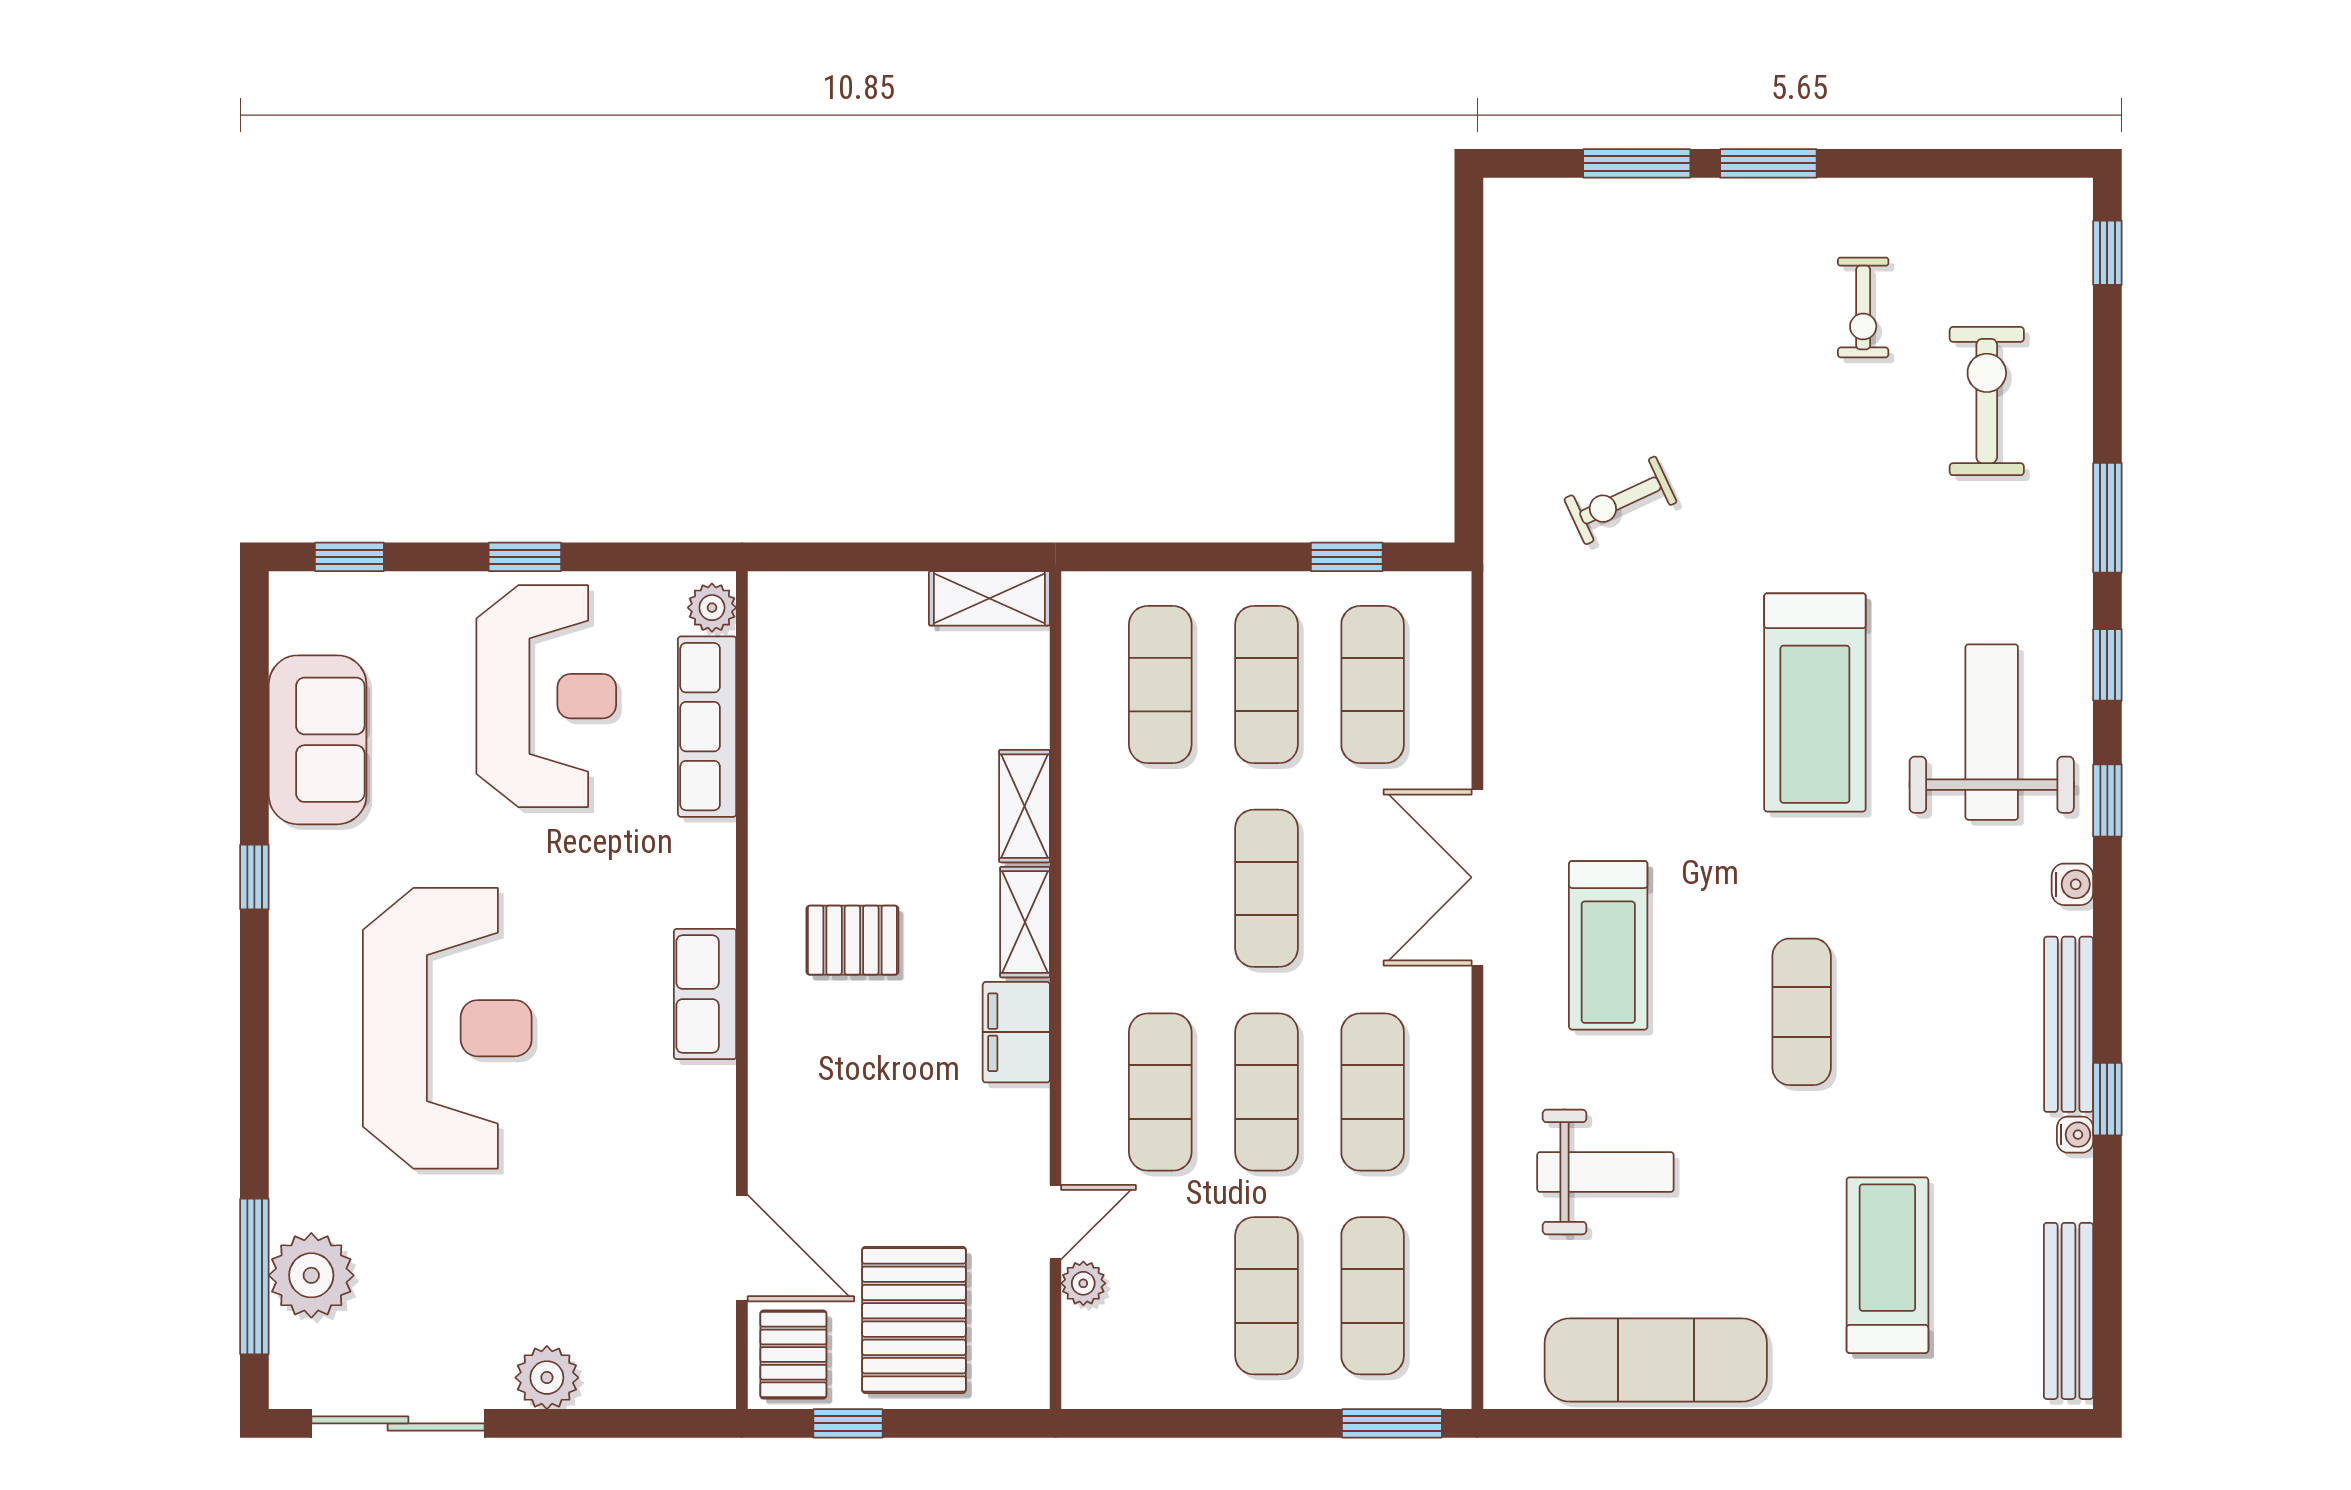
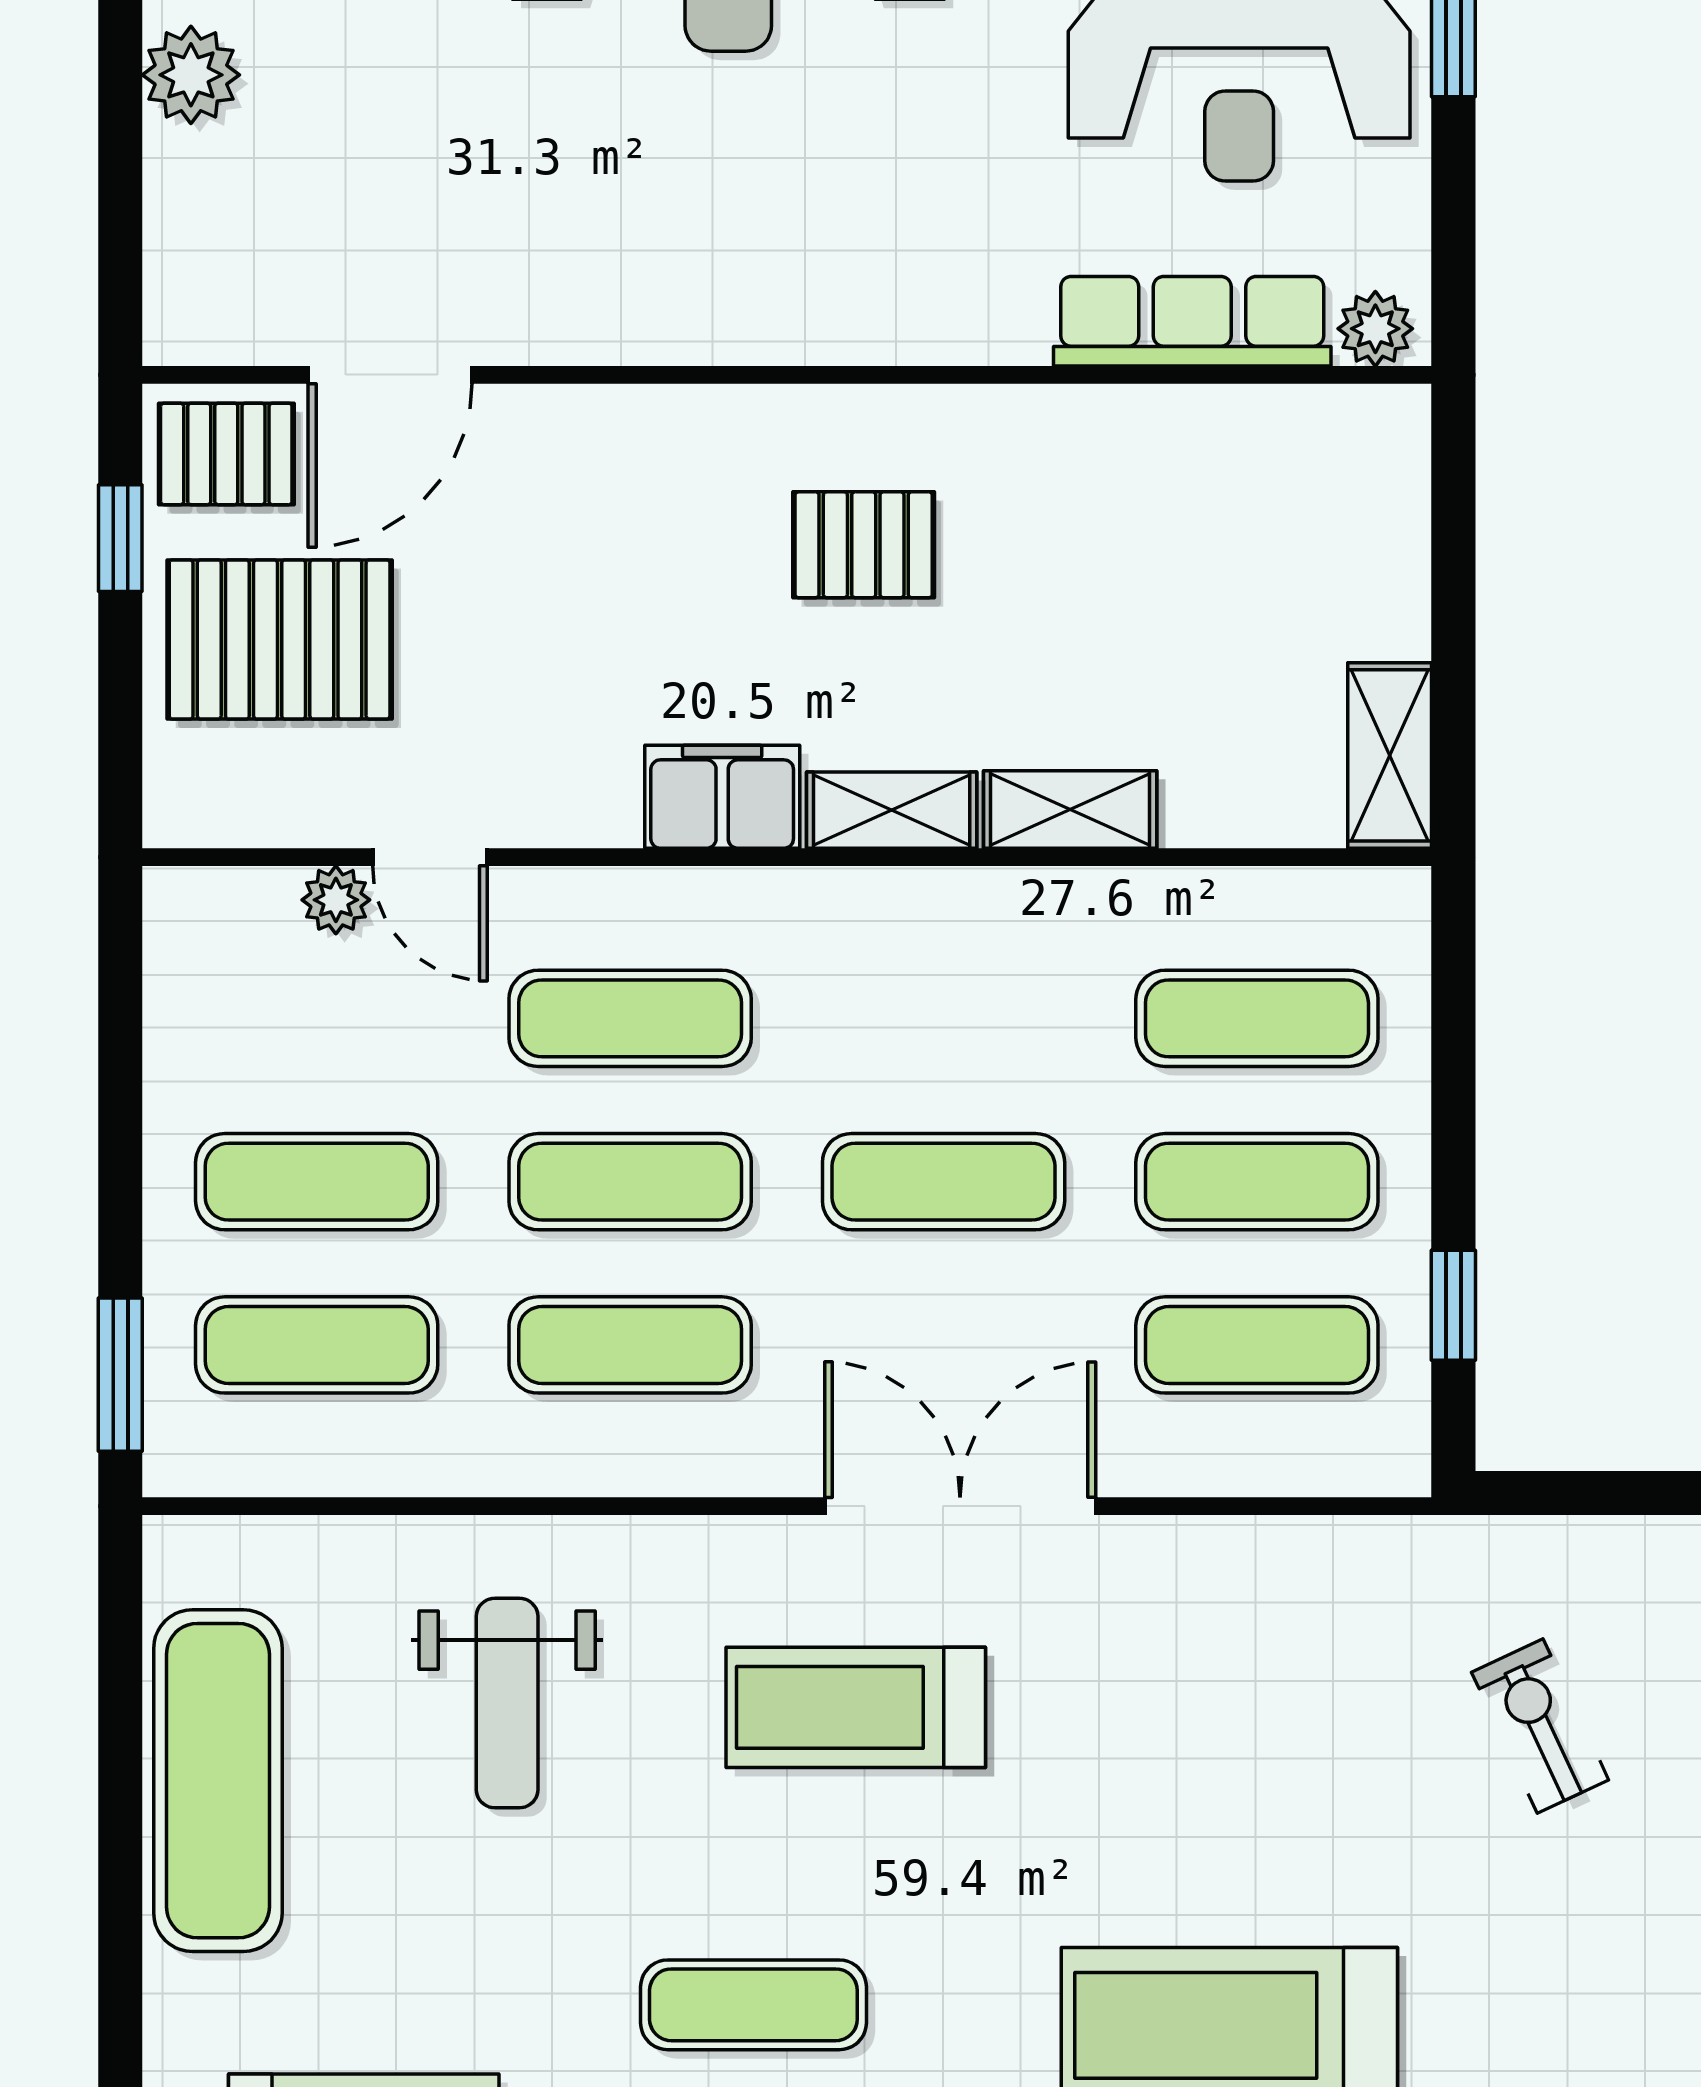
pallet: (852, 940) -> (864, 545), turned 90
row of seats: (705, 994) -> (781, 318), removed

